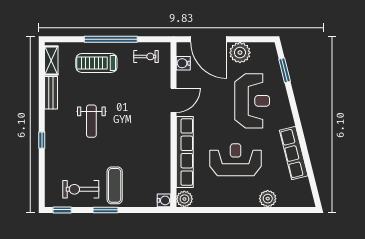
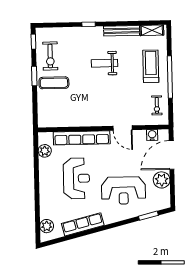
bench: (51, 93) -> (122, 31), width x1.36
exercise bike: (81, 189) -> (50, 56), turned 180
plant: (184, 199) -> (45, 151), moved
plant: (268, 199) -> (47, 226), moved
water cooler: (164, 200) -> (43, 122), removed

